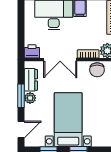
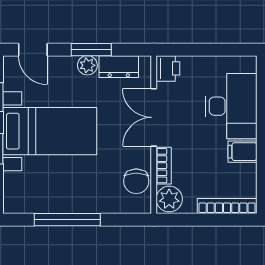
chair: (97, 70) -> (136, 181), turned -90

